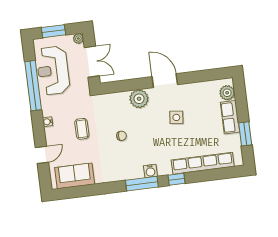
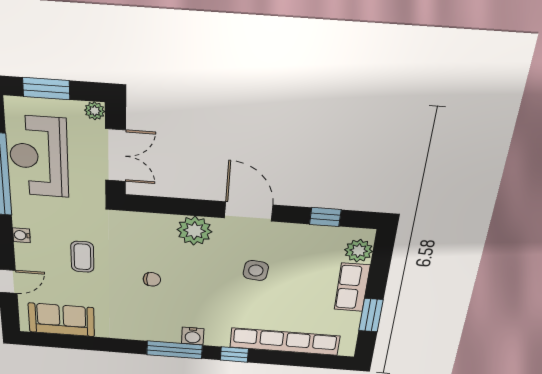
window: (205, 76) -> (325, 217), added

